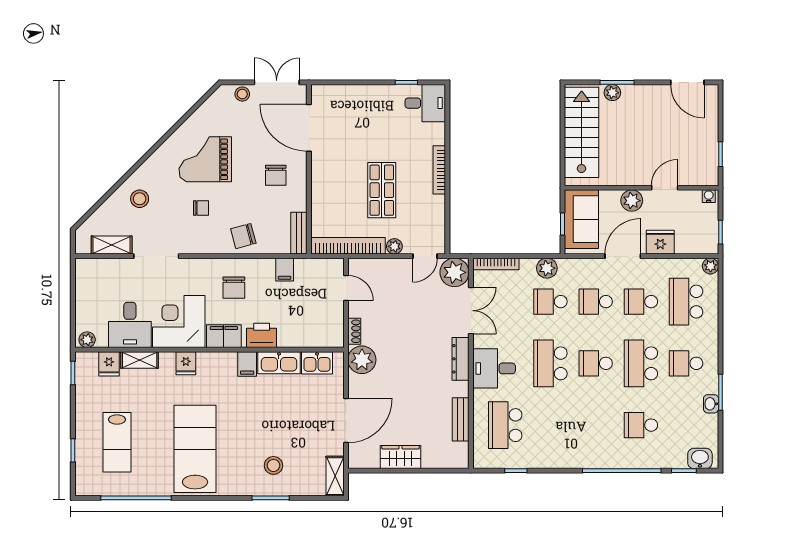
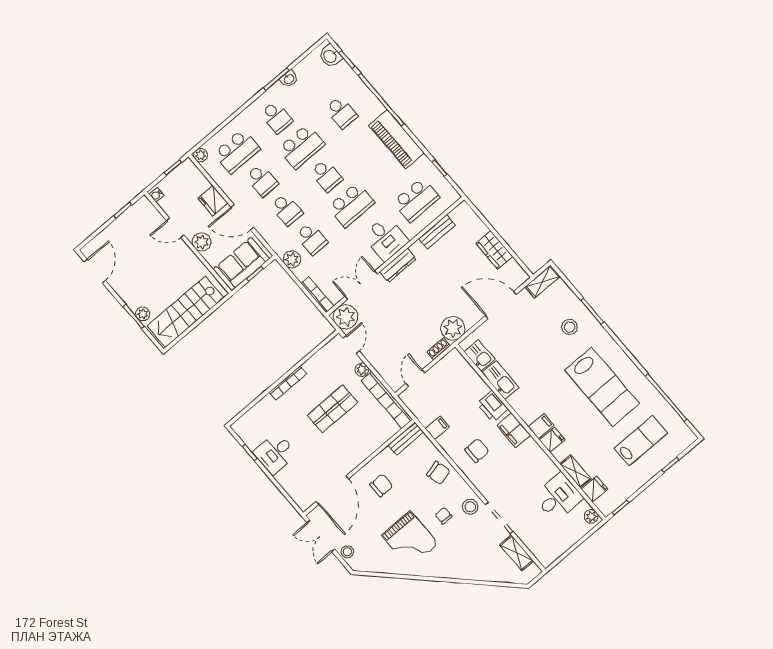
desk: (425, 103) -> (275, 453), moved, turned -90
stool: (140, 199) -> (470, 507), moved
door: (425, 256) -> (351, 345), hinge flipped
corner desk: (179, 322) -> (529, 467), removed
filing cabinet: (247, 364) -> (541, 426), moved
lab bench: (195, 449) -> (602, 387), turned -90
piano: (575, 454) -> (396, 139), added

